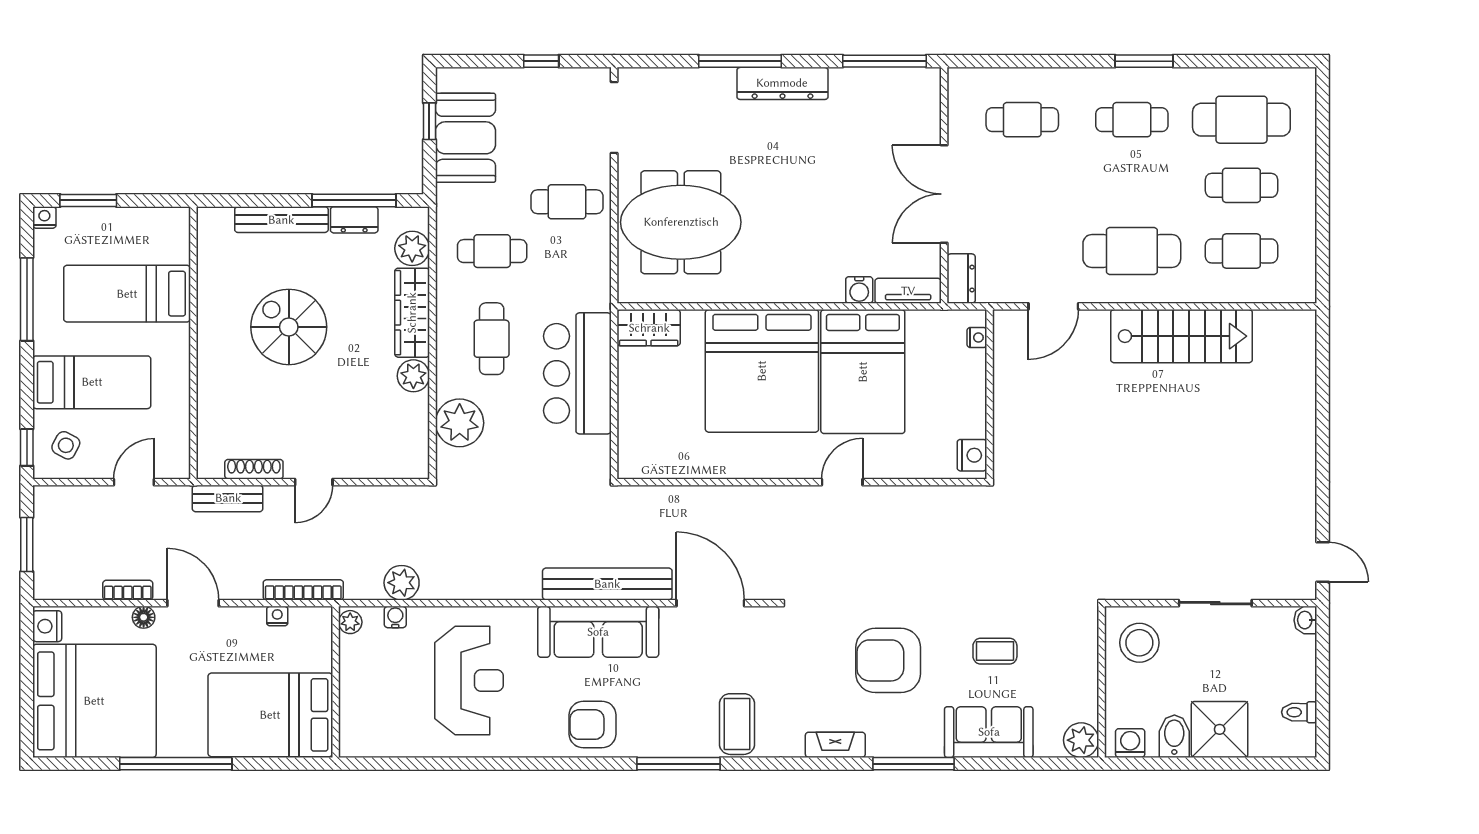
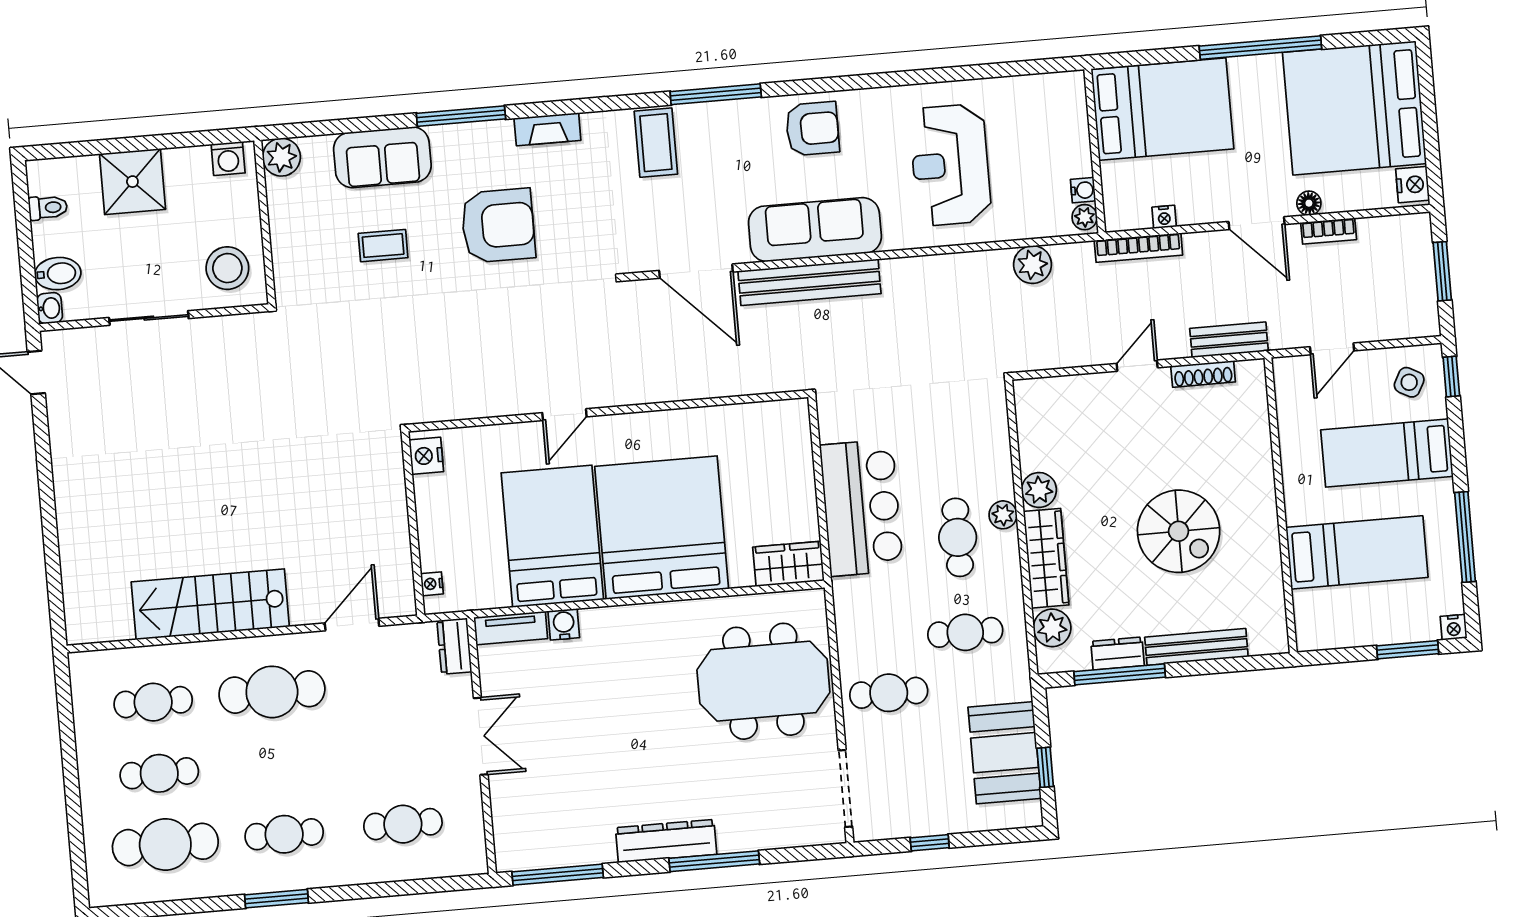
double door: (944, 194) -> (481, 736), width x0.73
plant: (460, 423) -> (1003, 515), moved, width x0.53, depth x0.53
water cooler: (395, 617) -> (1083, 190), moved, turned -90
bidet: (1174, 736) -> (58, 274), moved, turned -90

